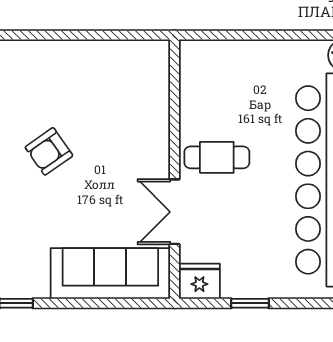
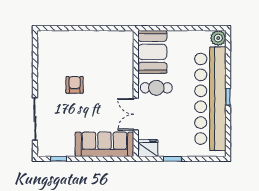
booth: (209, 84) -> (152, 52), added
armchair: (49, 151) -> (75, 85), turned 125

